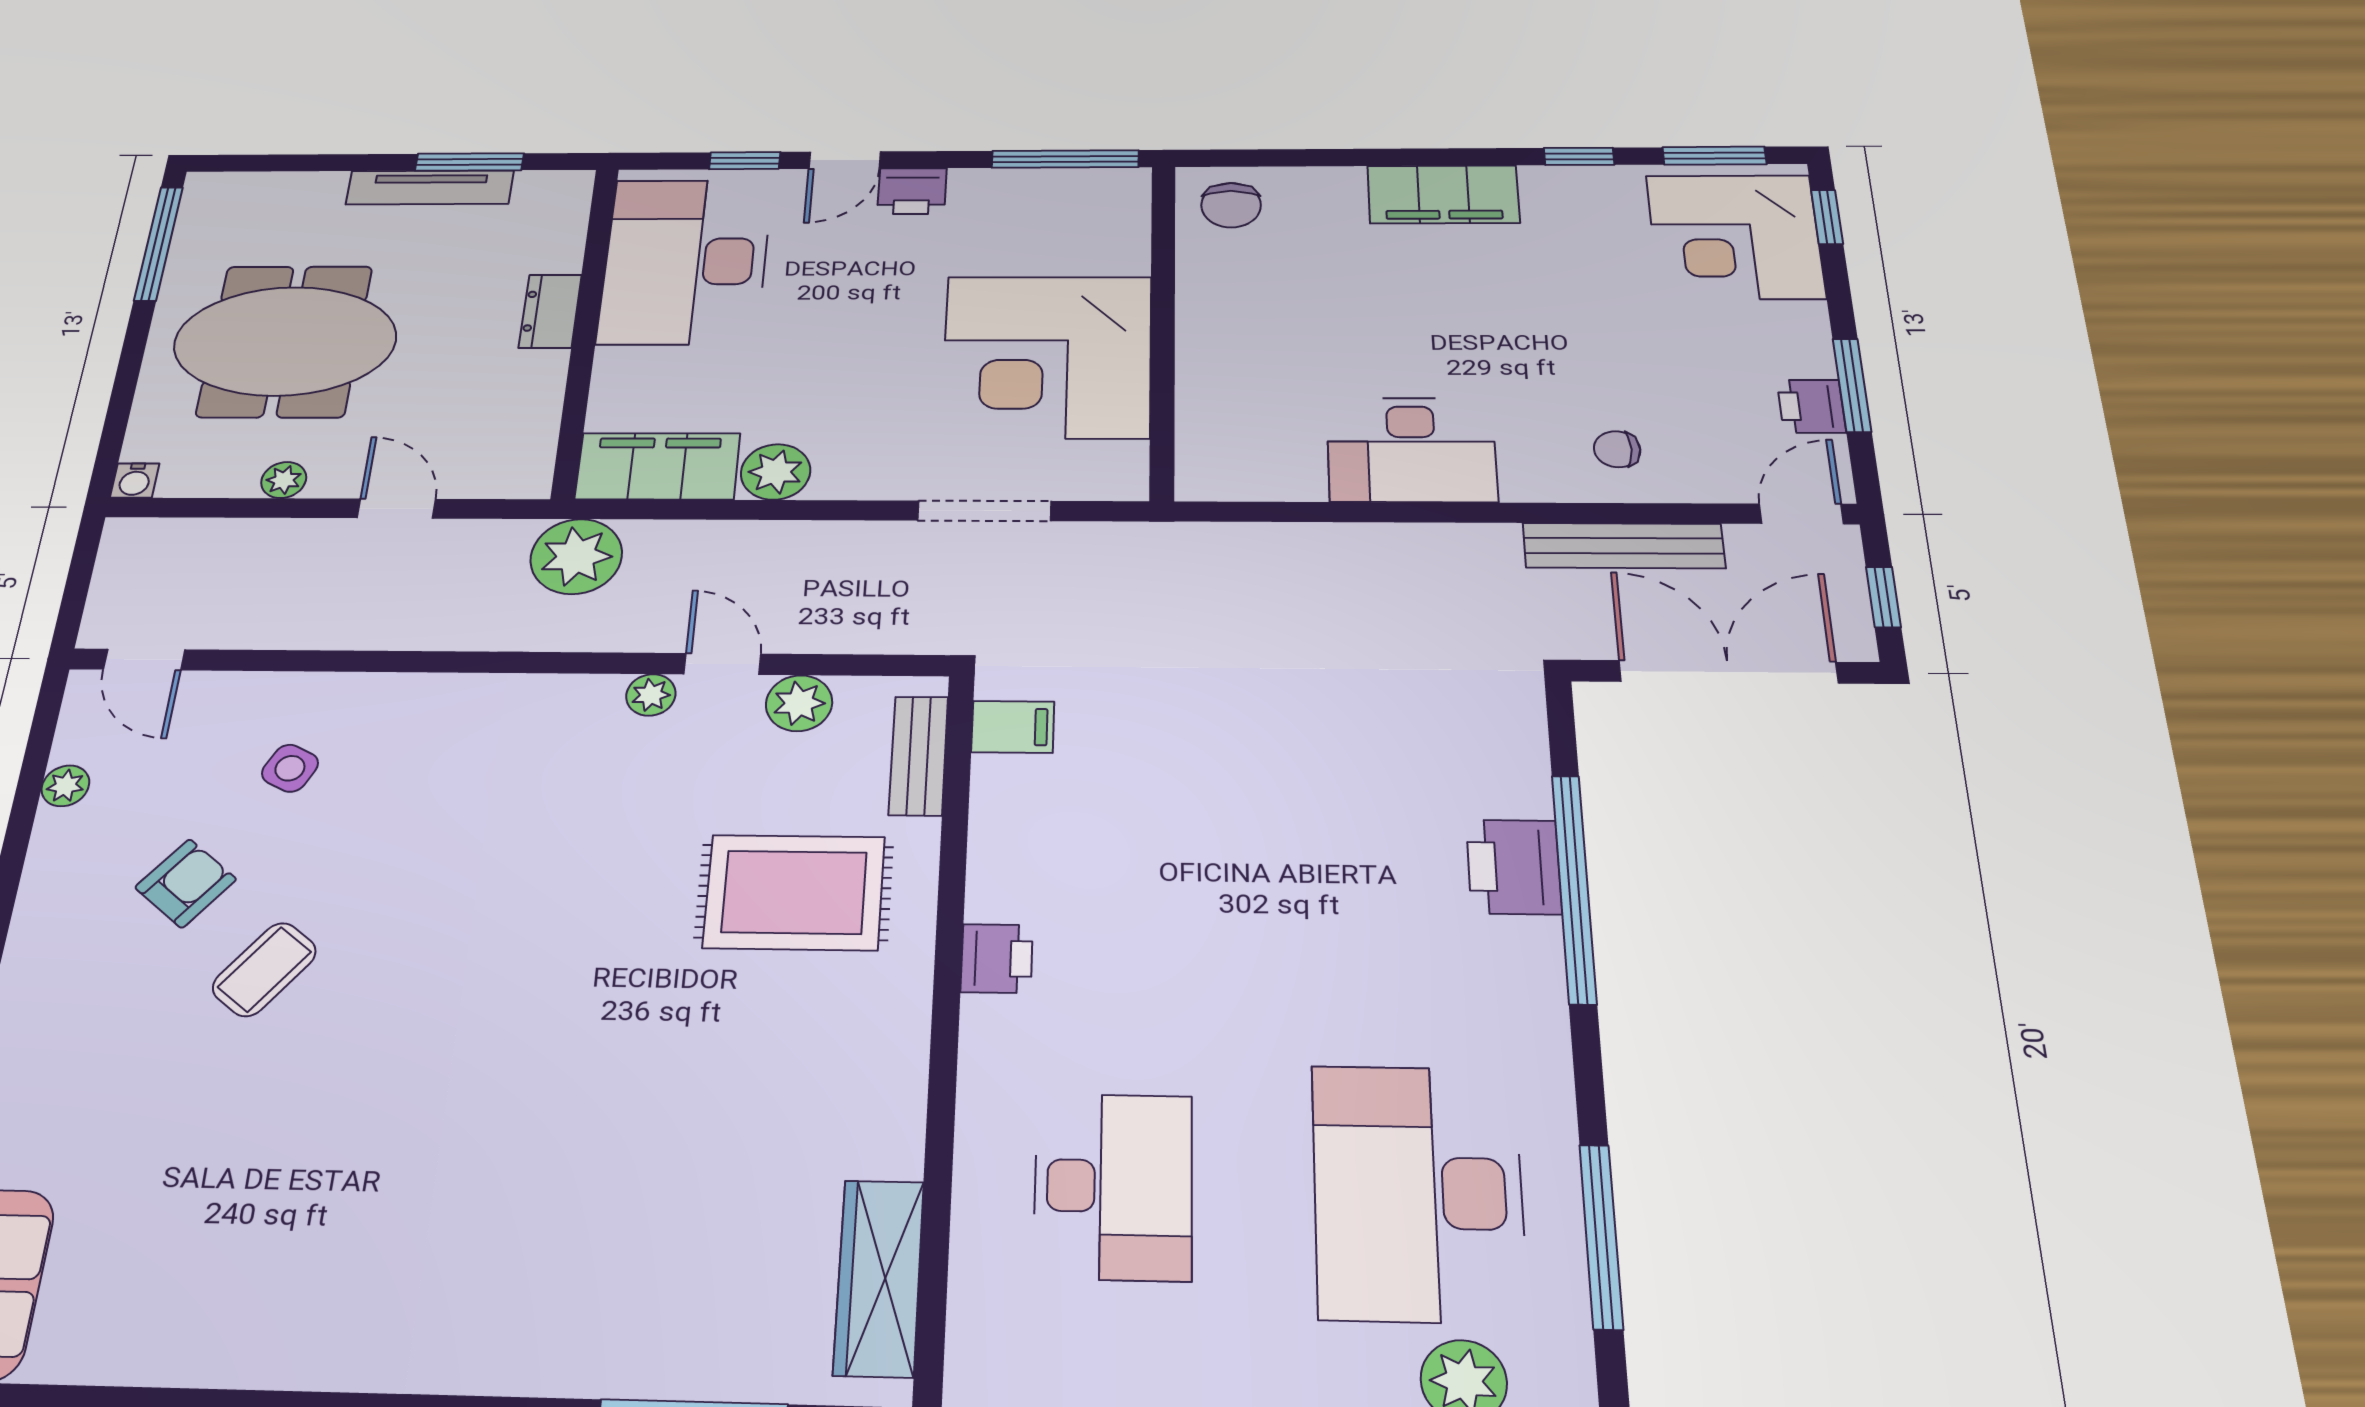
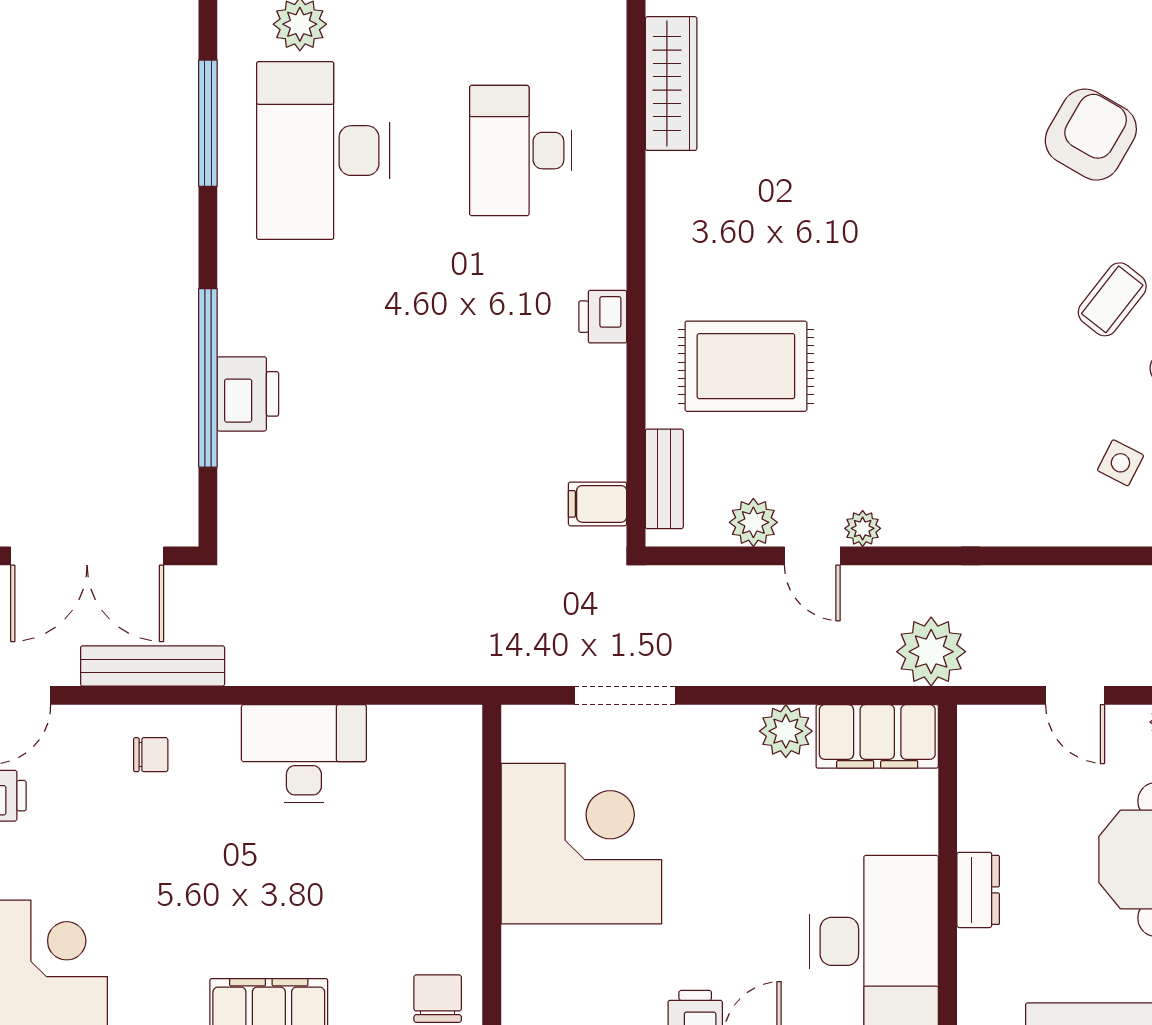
armchair: (256, 1191) -> (1091, 135), added
desk: (1418, 1193) -> (323, 151), turned 180

